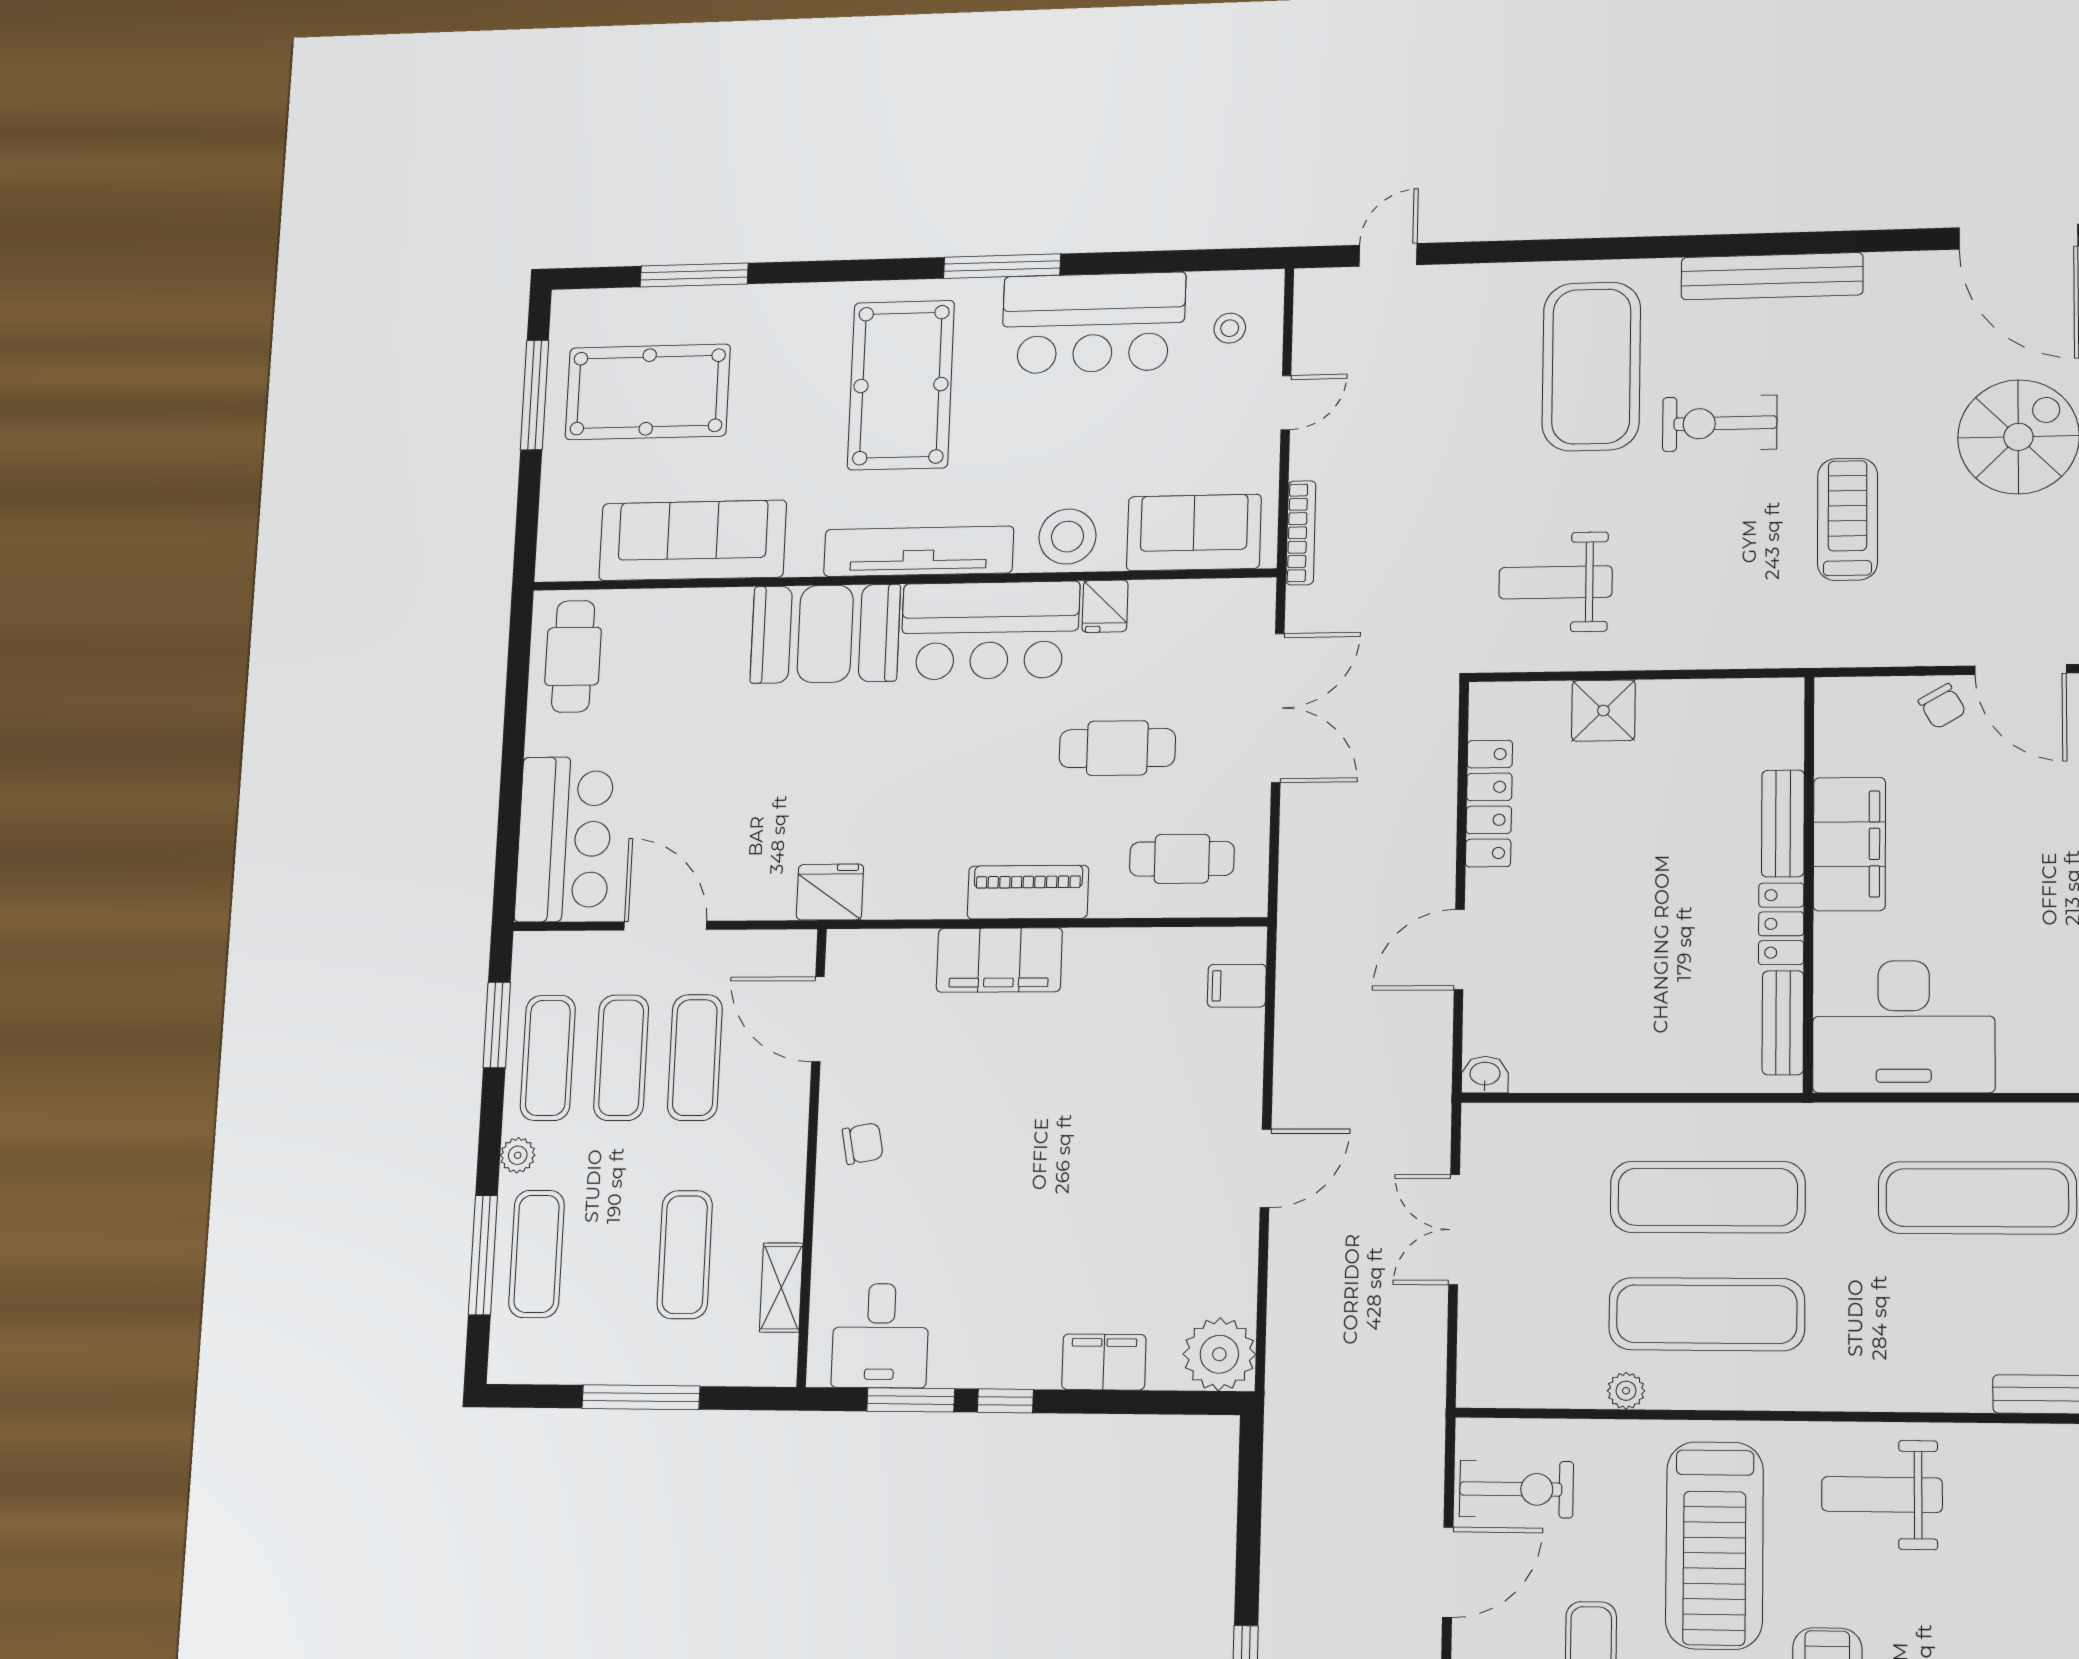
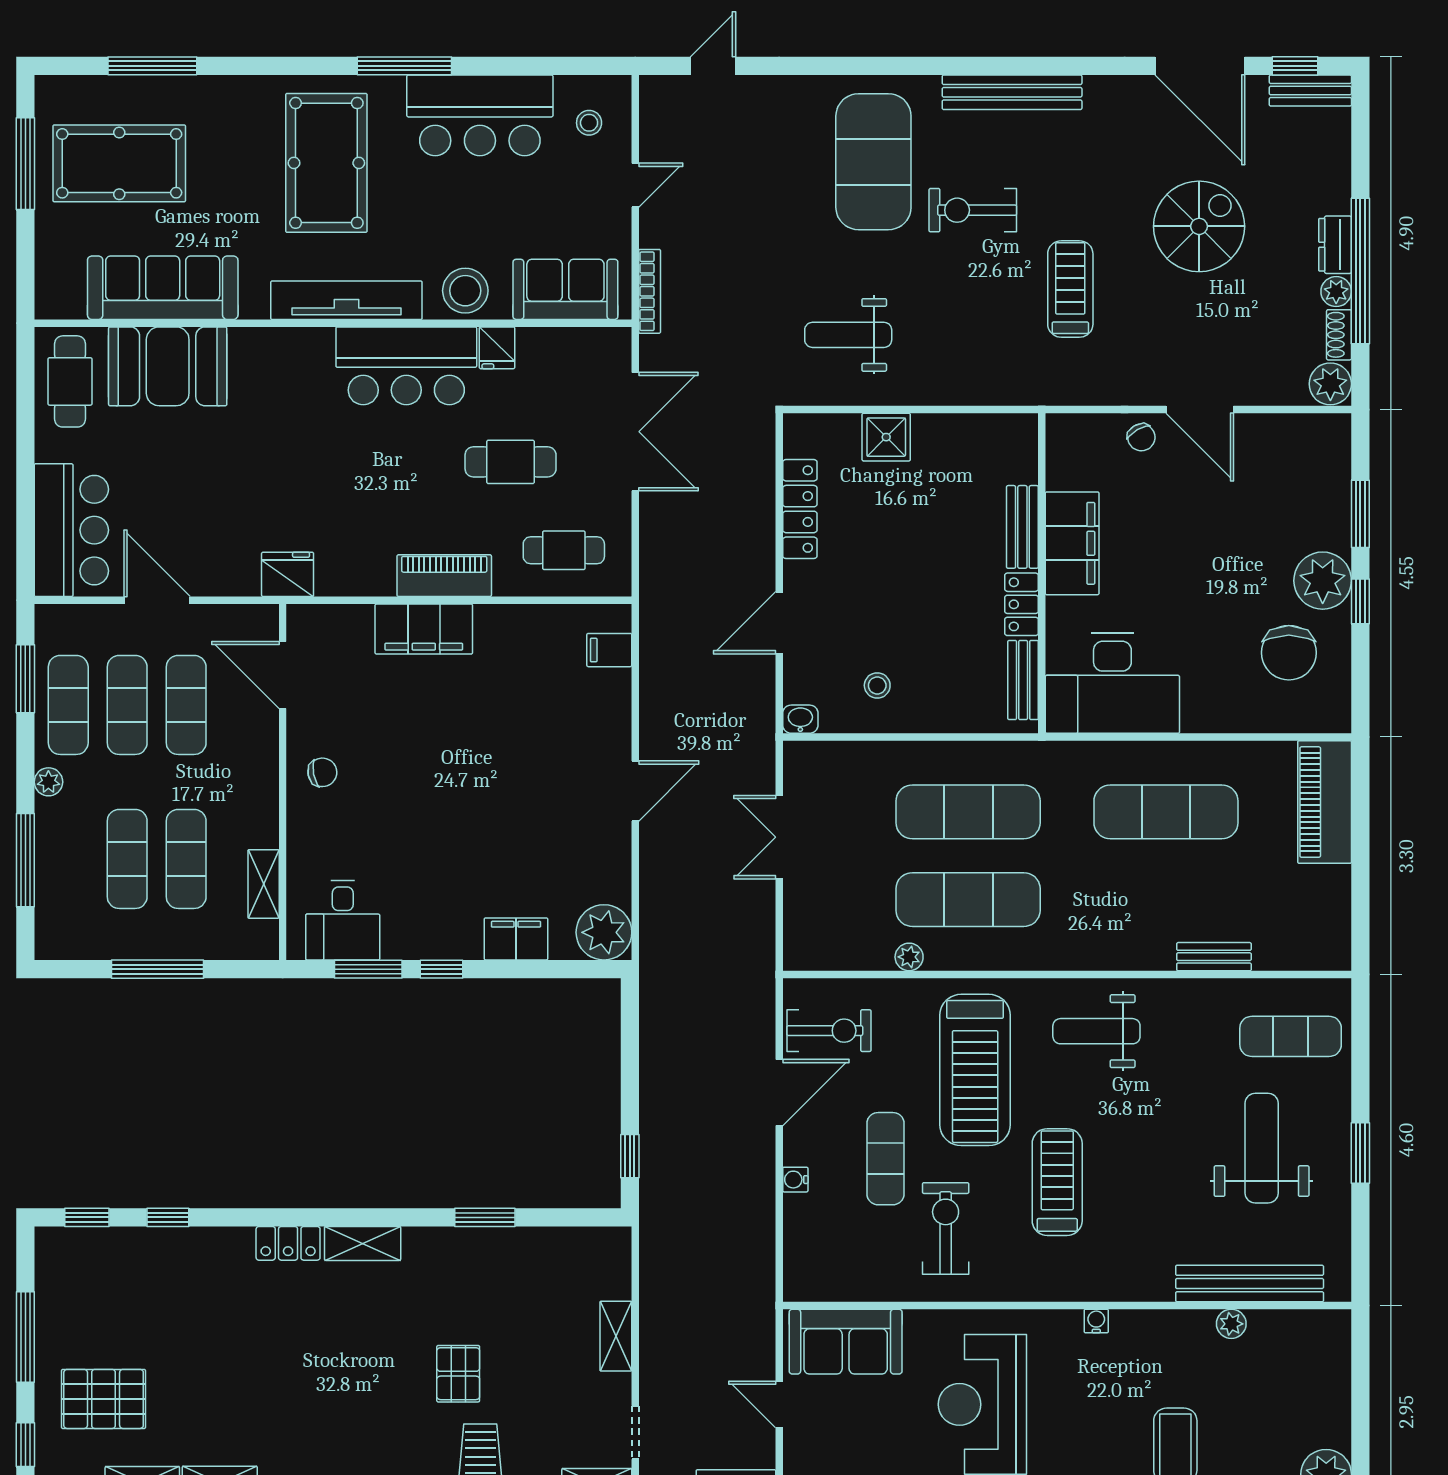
booth: (825, 634) -> (168, 366), moved
stool: (1588, 1030) -> (877, 685), added
exercise mat: (537, 1254) -> (127, 859), moved

